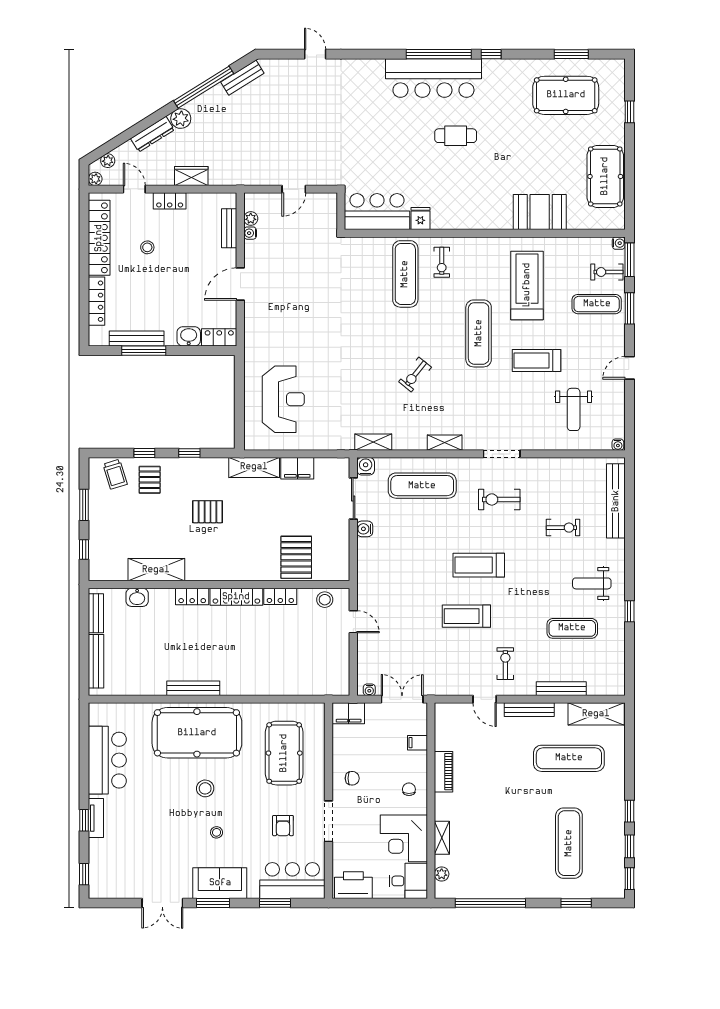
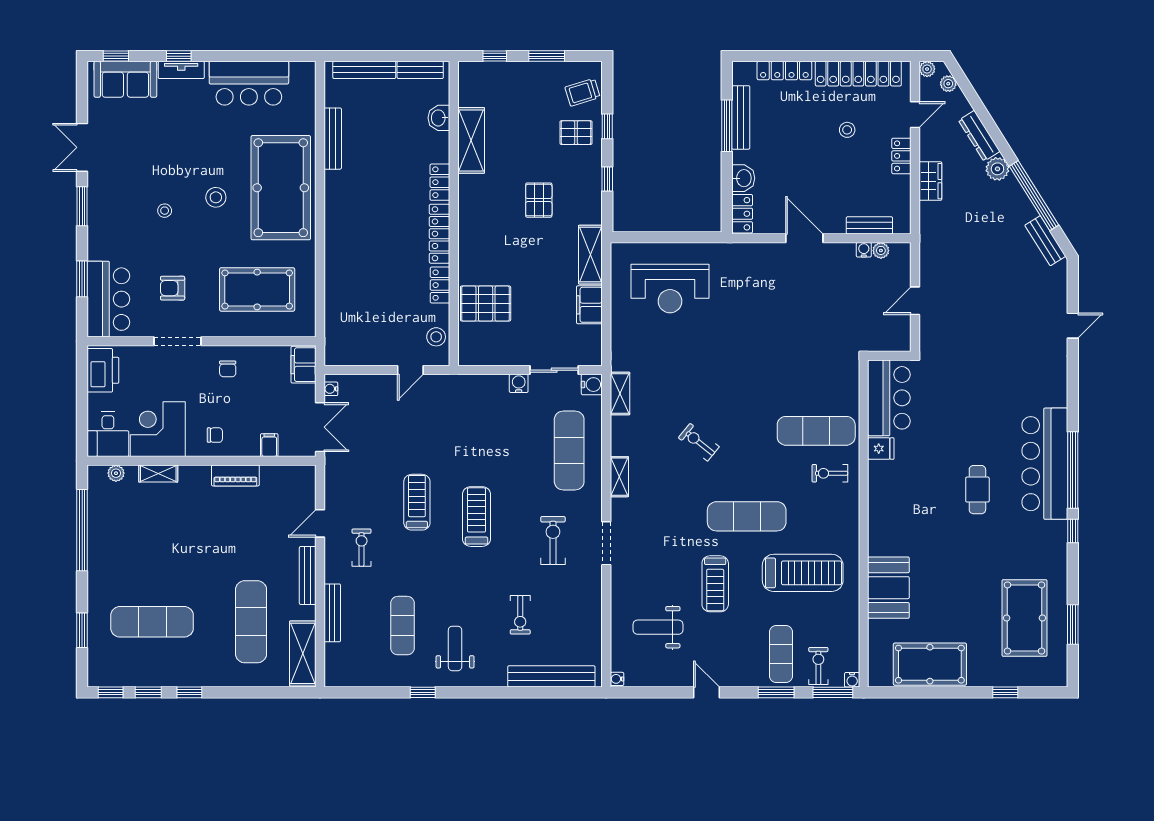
door: (294, 189) -> (915, 301), hinge flipped
treadmill: (536, 360) -> (715, 584), turned 180
exercise bike: (505, 664) -> (362, 548), turned -90
bench: (193, 688) -> (333, 139), moved
sofa: (220, 883) -> (125, 79), moved, turned 90

